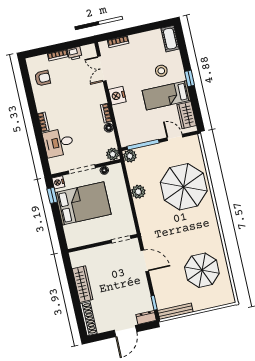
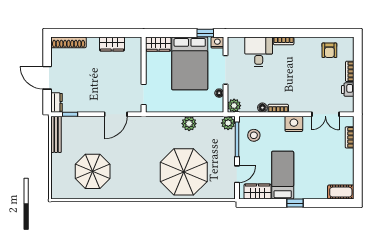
double door: (102, 69) -> (325, 114), swing flipped
stool: (161, 71) -> (254, 135), moved
wardrobe: (72, 236) -> (158, 44), added
wardrobe: (83, 284) -> (112, 44), width x0.67

